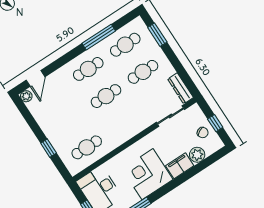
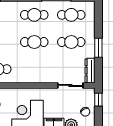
window: (157, 35) -> (98, 48), moved
window: (215, 123) -> (98, 100), moved

